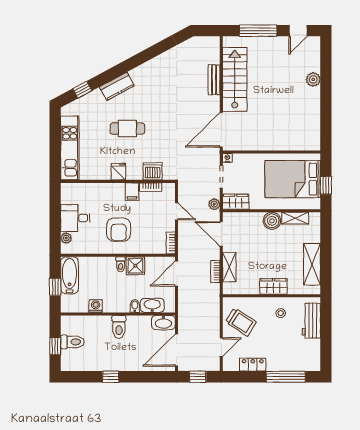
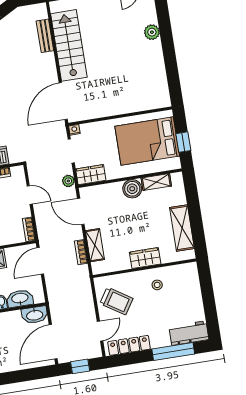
bench: (214, 80) -> (45, 36), moved
workbench: (311, 321) -> (189, 333), moved, turned 90
locker: (253, 365) -> (129, 345), width x1.53

